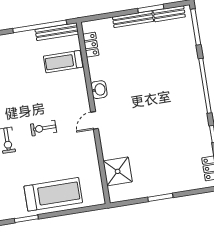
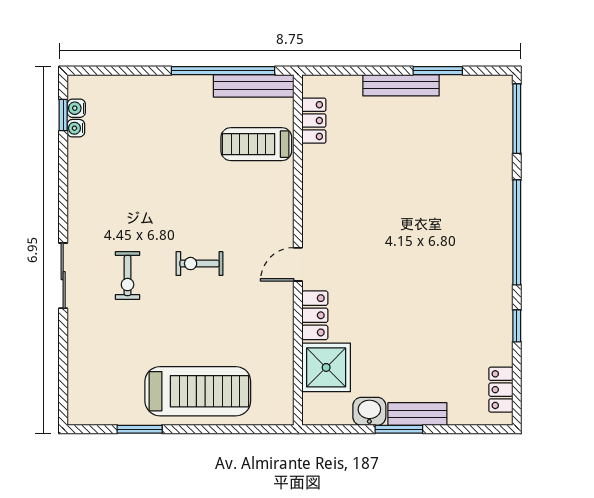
bench: (169, 14) -> (417, 414), moved
washbasin: (99, 90) -> (369, 411), moved, turned -90
locker: (107, 145) -> (315, 315), added

